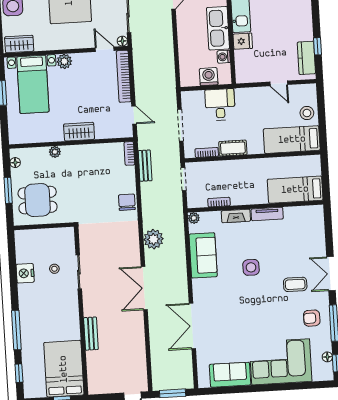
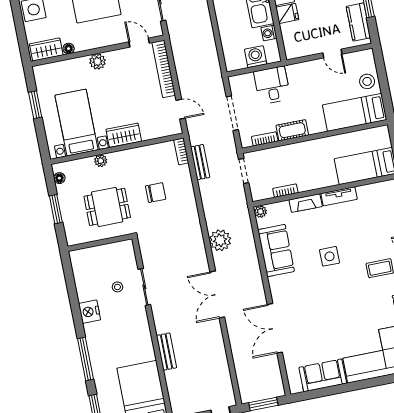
floor lamp: (122, 41) -> (69, 49), moved
bed with nightstands: (33, 84) -> (77, 122), moved, turned 180
dining table: (38, 200) -> (107, 207), moved
chair: (127, 202) -> (156, 193), moved, turned 90
nightstand: (25, 273) -> (90, 312), moved

